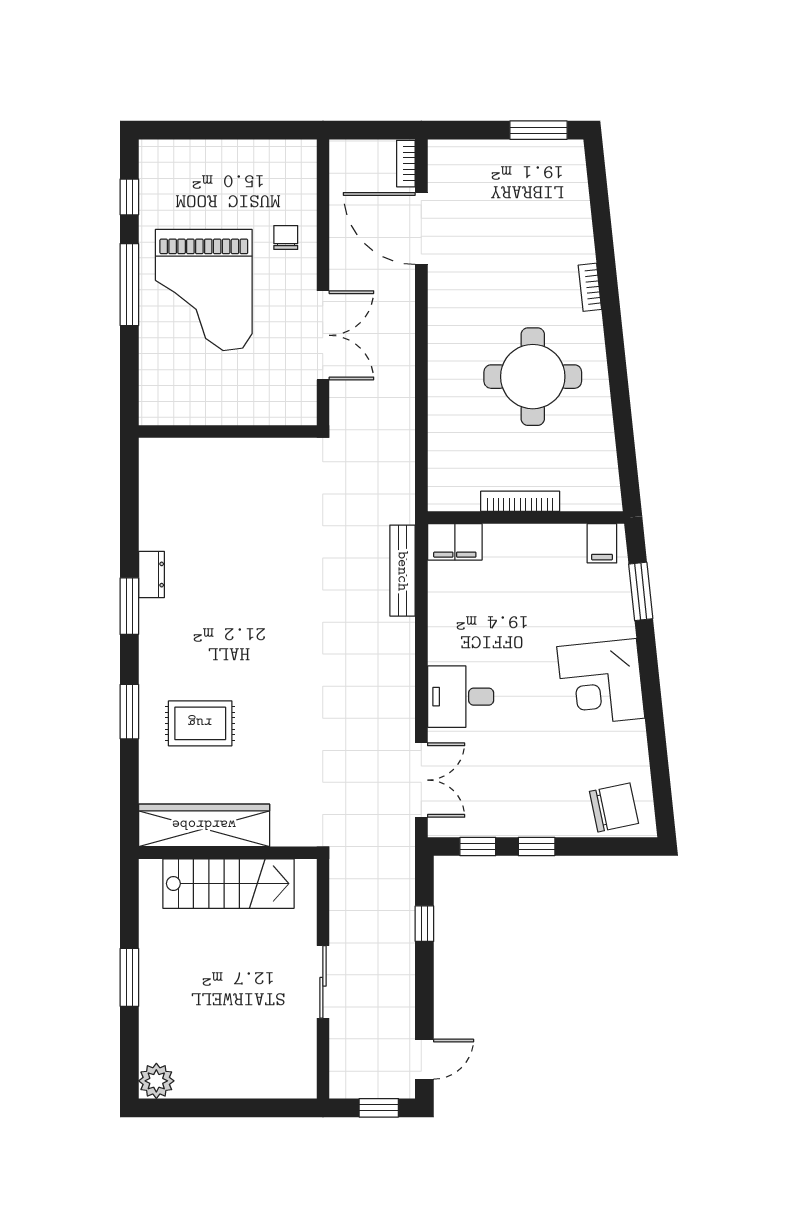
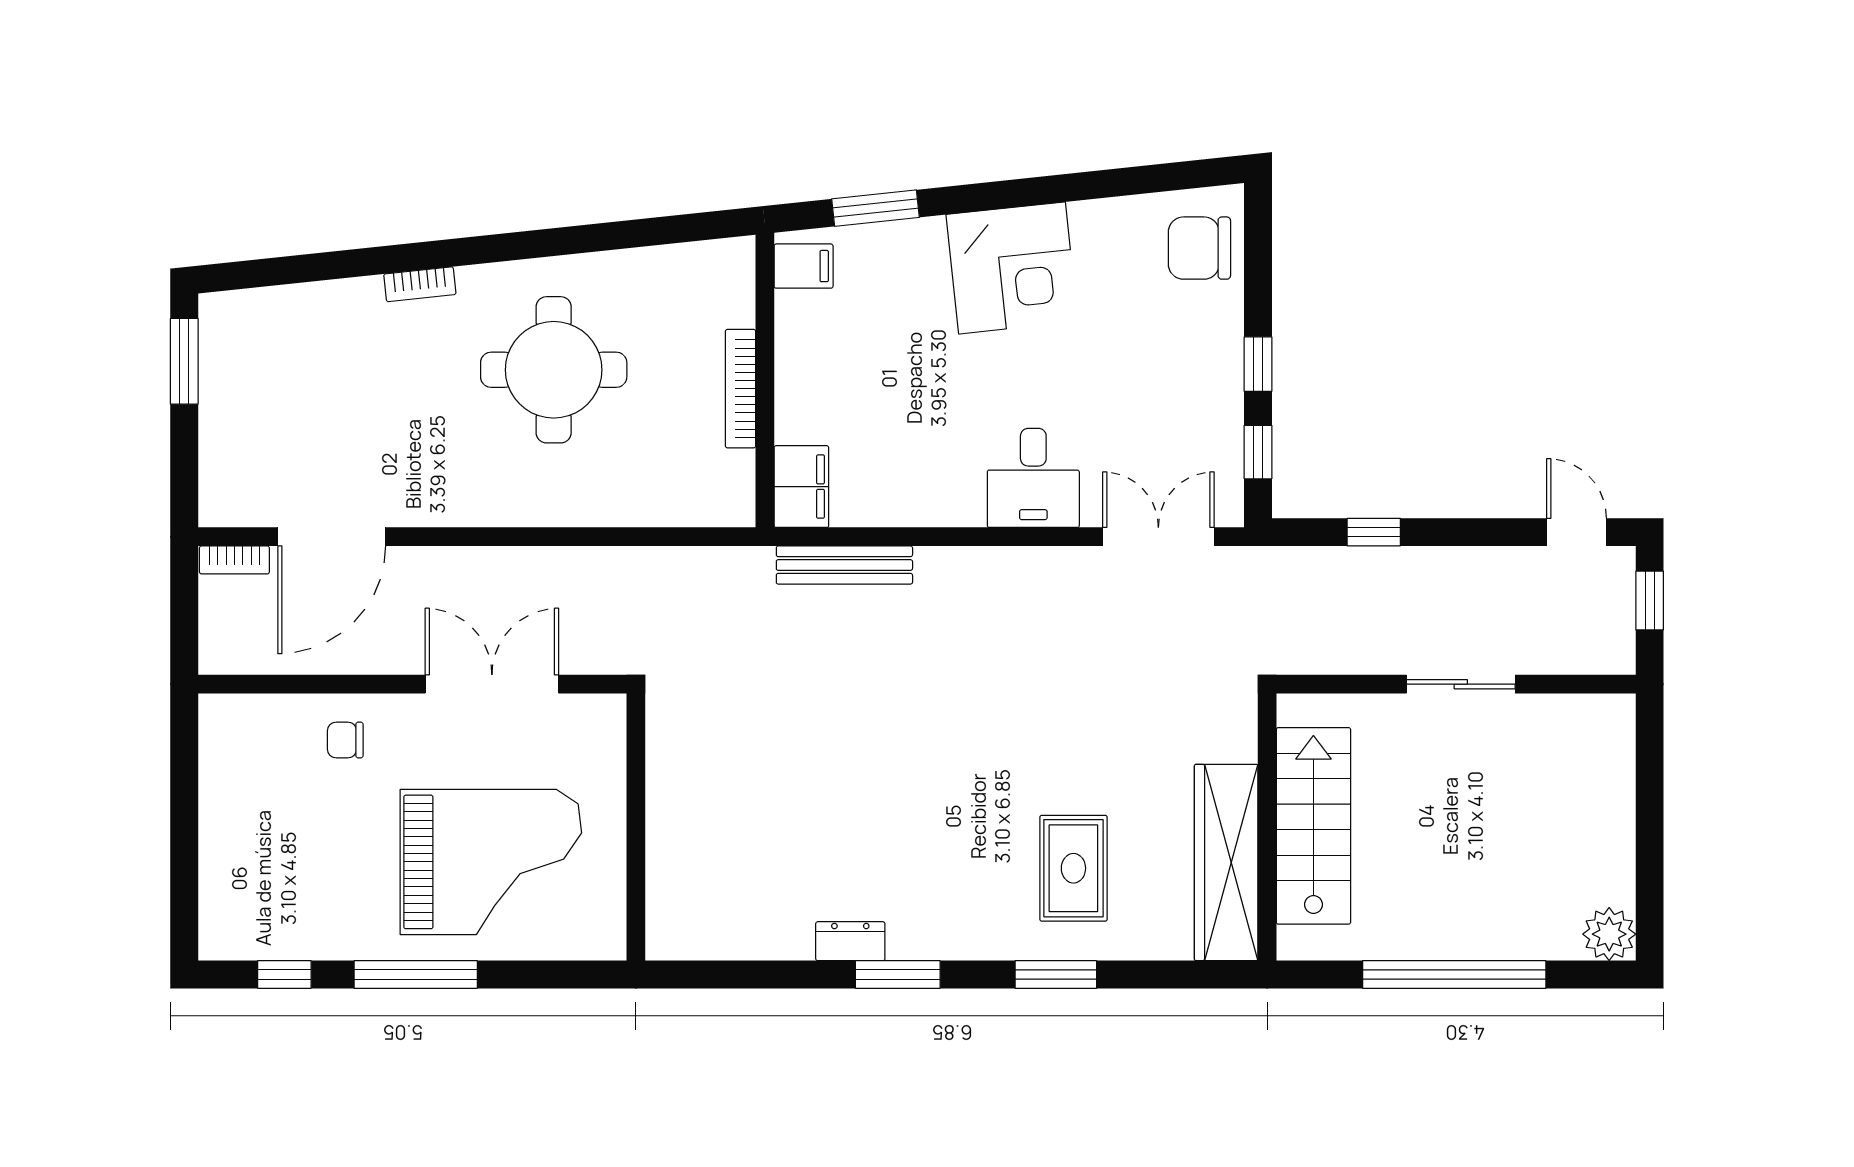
grand piano: (204, 290) -> (491, 862), moved
chair: (614, 807) -> (1199, 248), turned -78
window: (129, 977) -> (1454, 974), width x2.11

